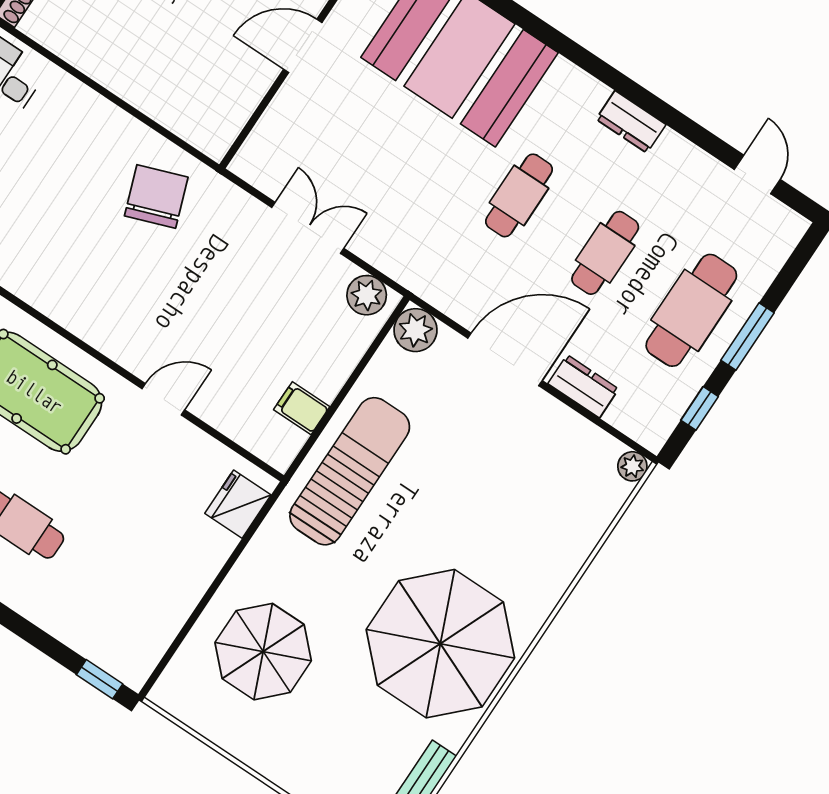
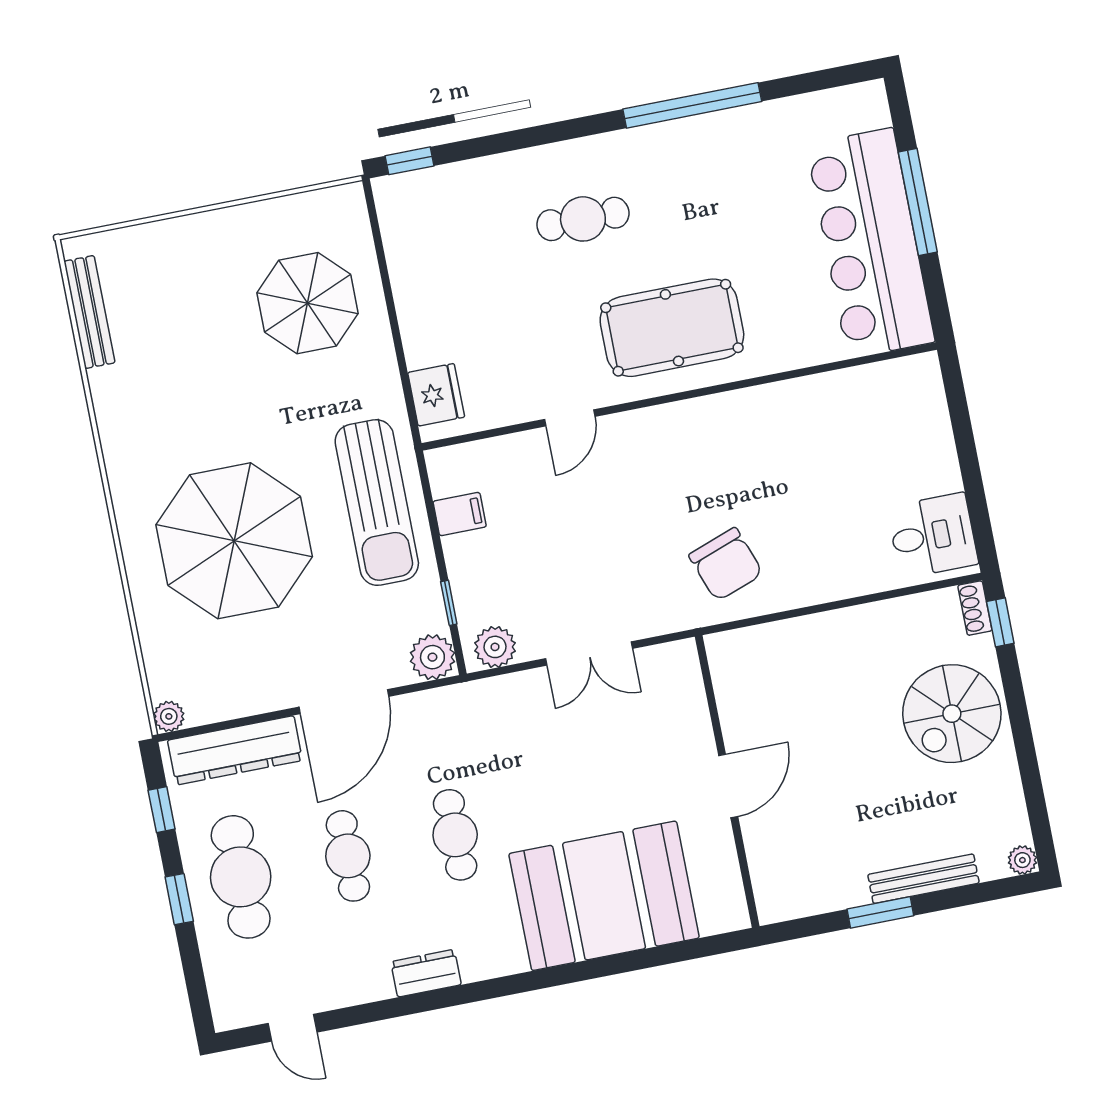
window: (747, 336) -> (179, 899), width x0.67
window: (368, 356) -> (449, 603), added
dresser: (583, 386) -> (235, 750), width x1.96, depth x1.24
parasol: (440, 644) -> (234, 541), moved

